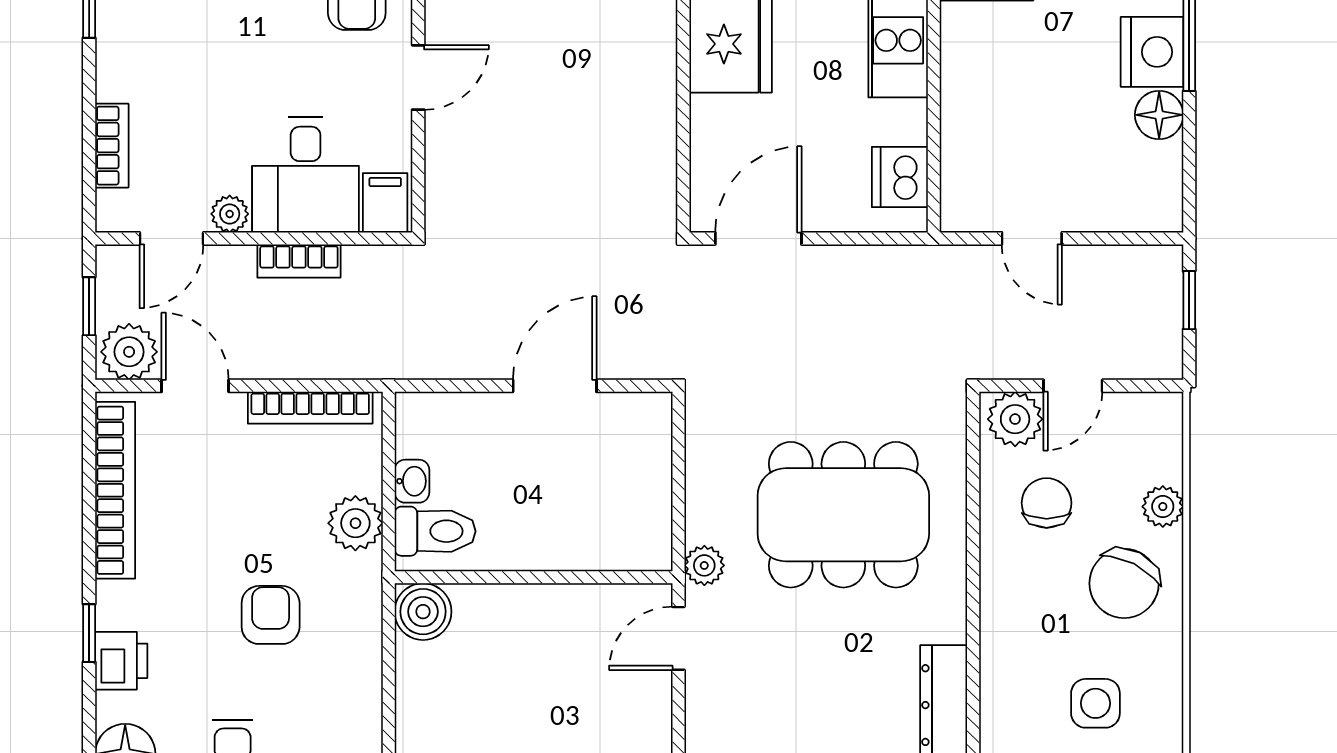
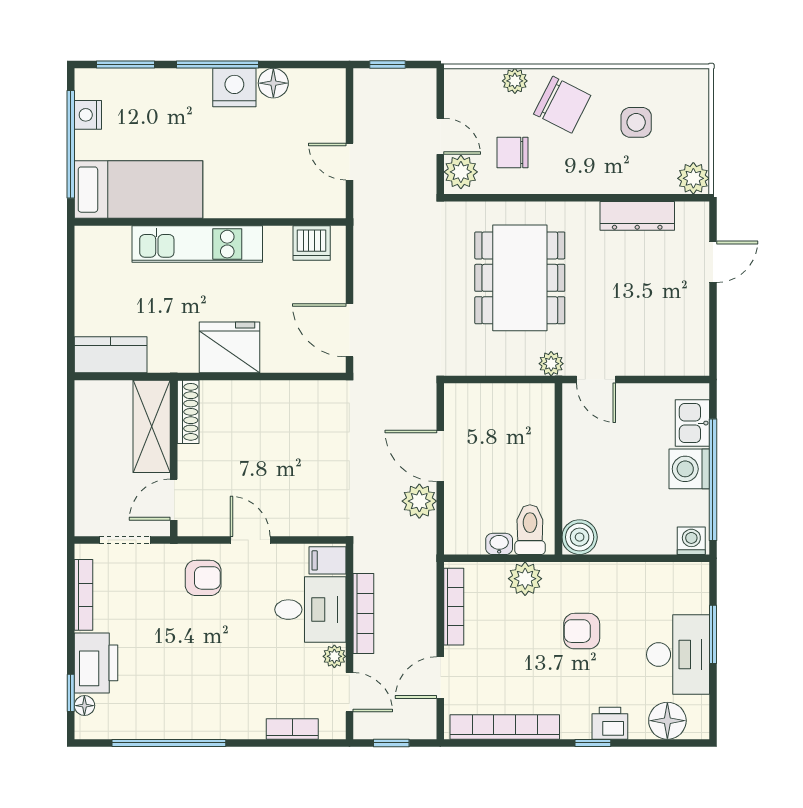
door: (1032, 238) -> (349, 162), swing flipped
bookcase: (299, 261) -> (363, 614), width x1.56
plant: (129, 352) -> (419, 501), moved

